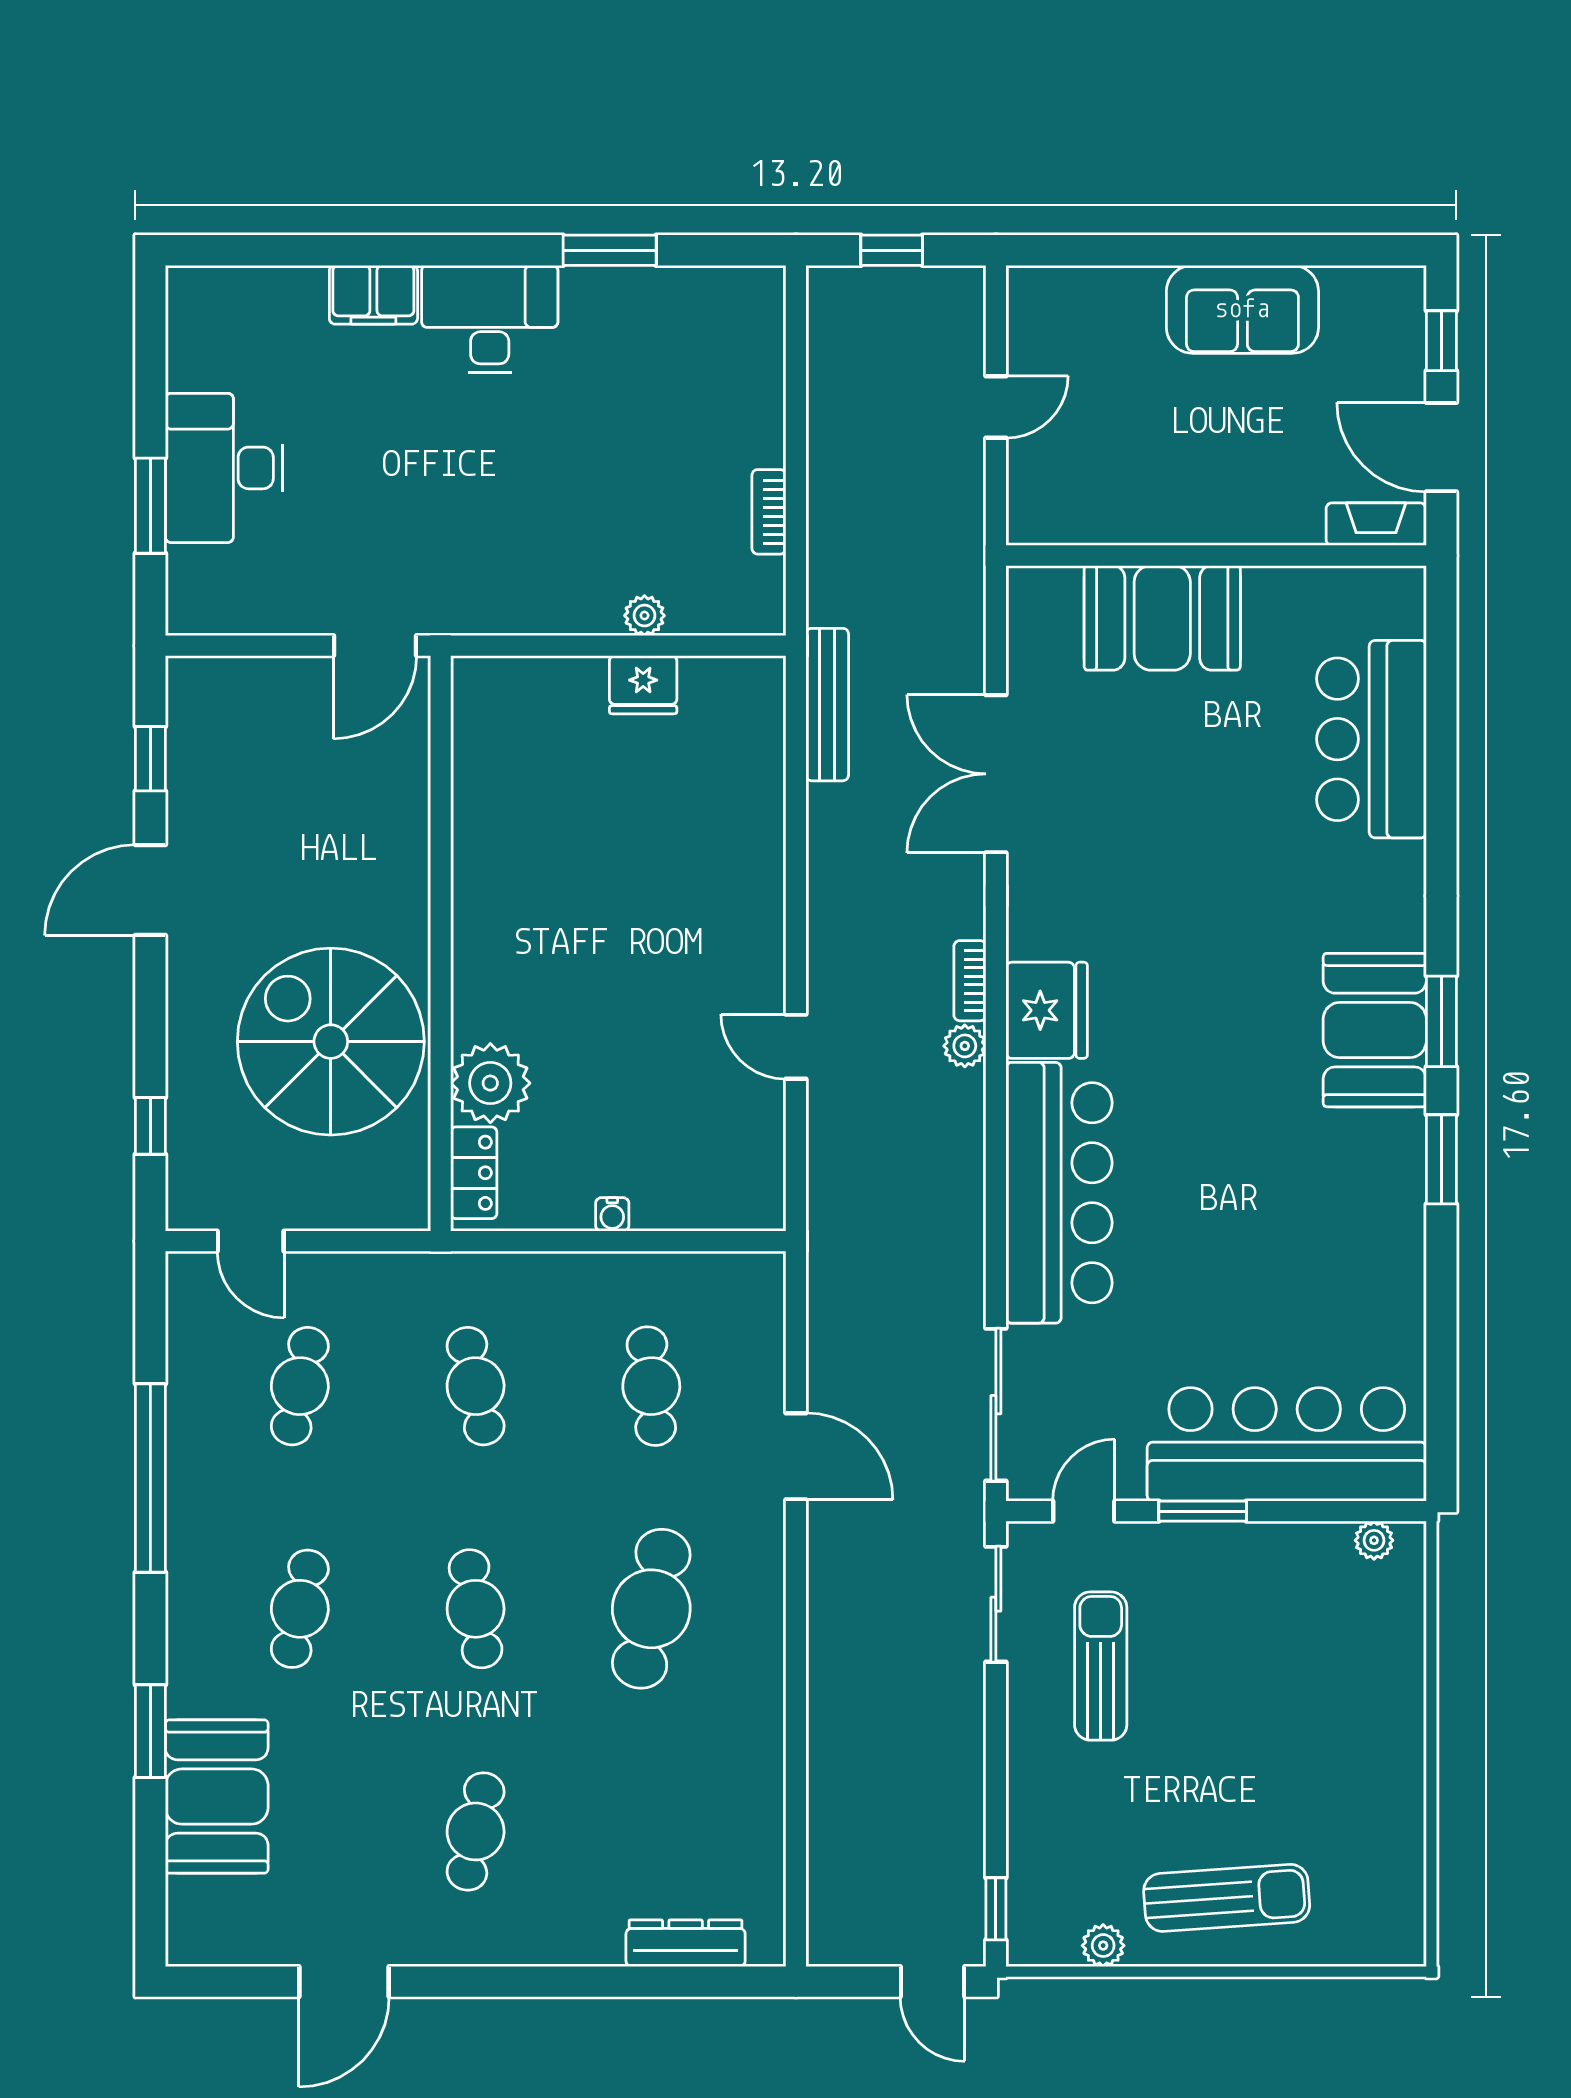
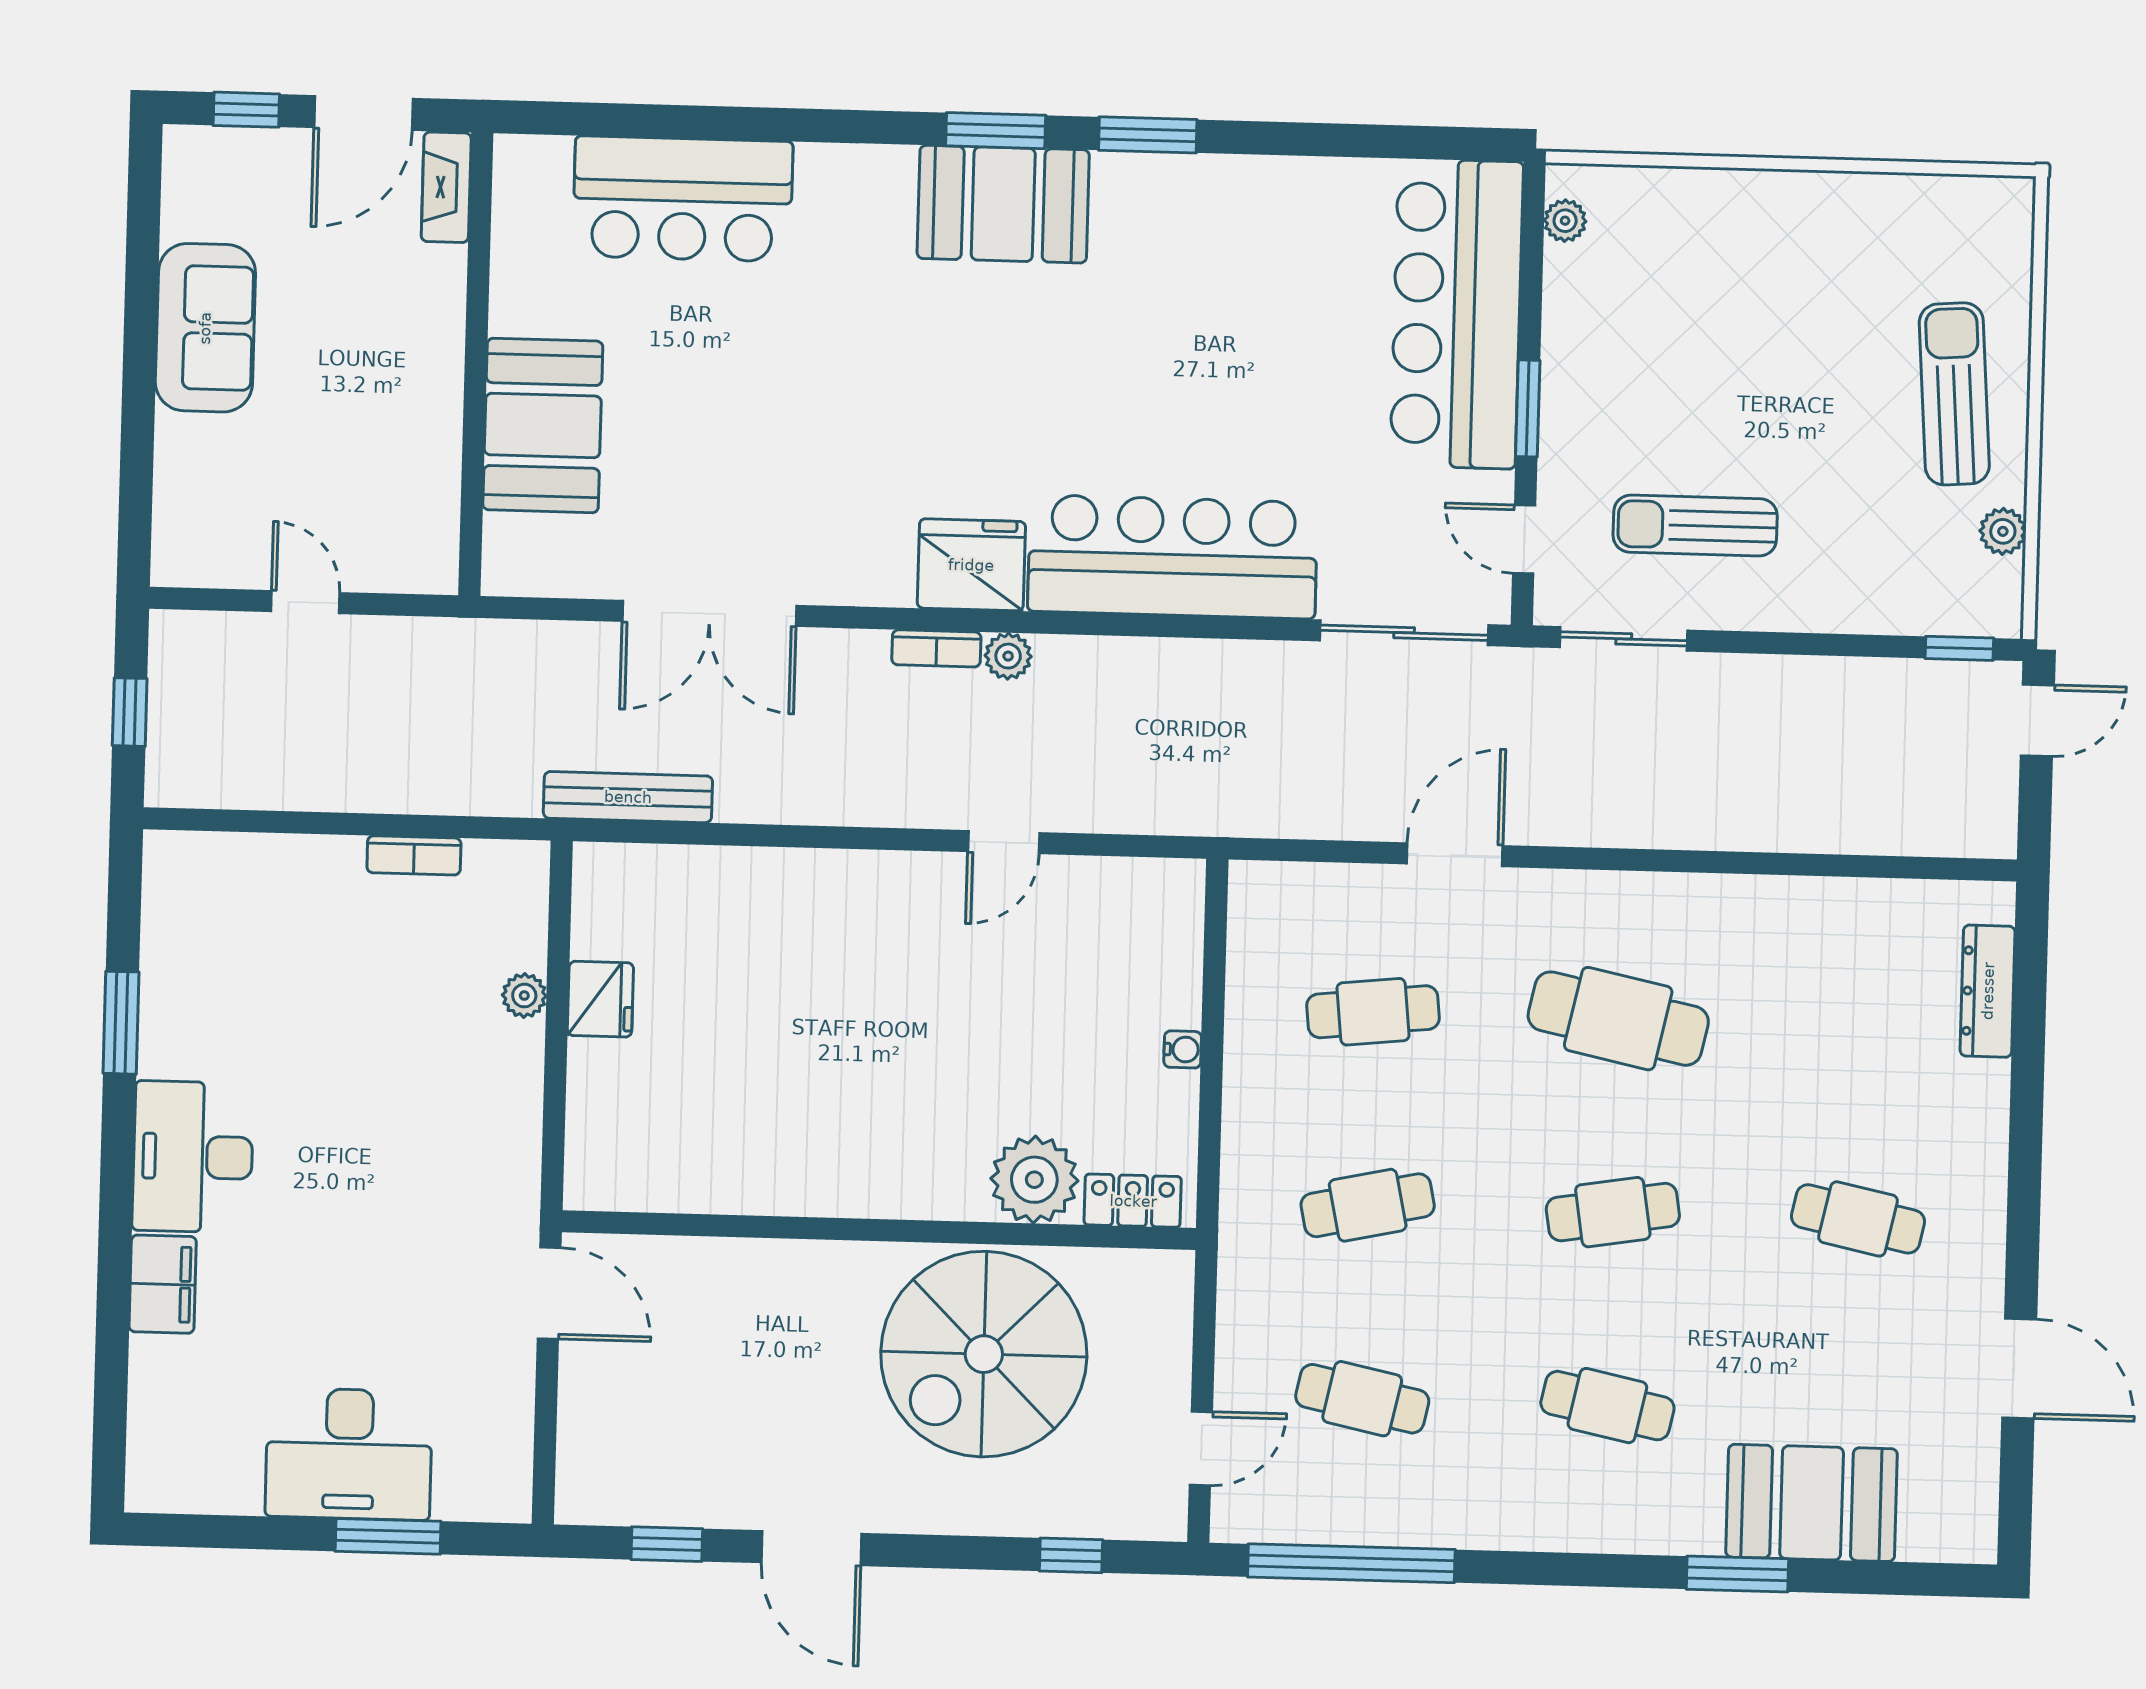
window: (150, 1478) -> (1351, 1563), moved

